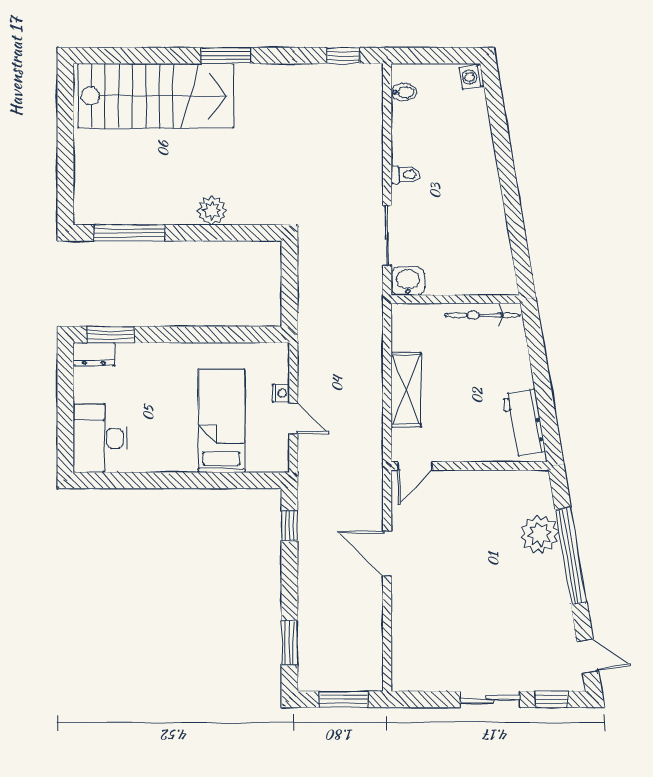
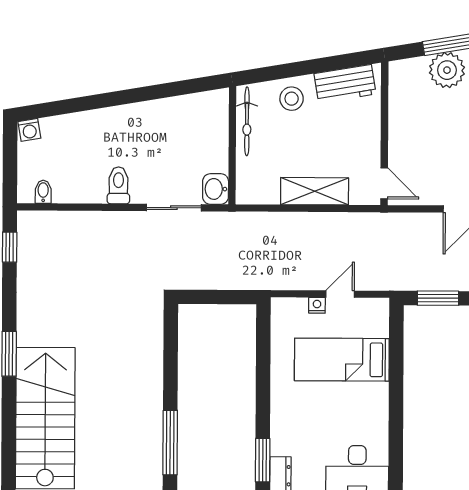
toilet: (406, 175) -> (118, 185), width x1.37, depth x1.39
plant: (212, 210) -> (150, 367), removed
stool: (507, 364) -> (292, 99), added
window: (289, 526) -> (438, 298), width x1.50

